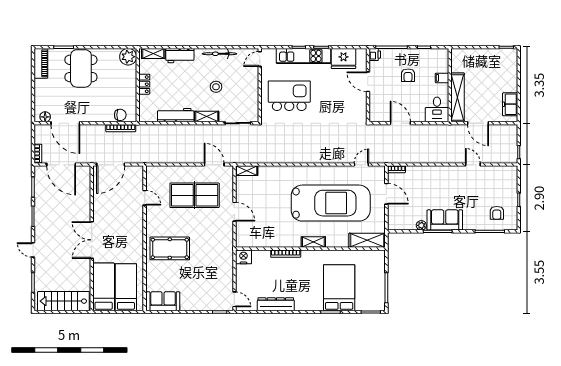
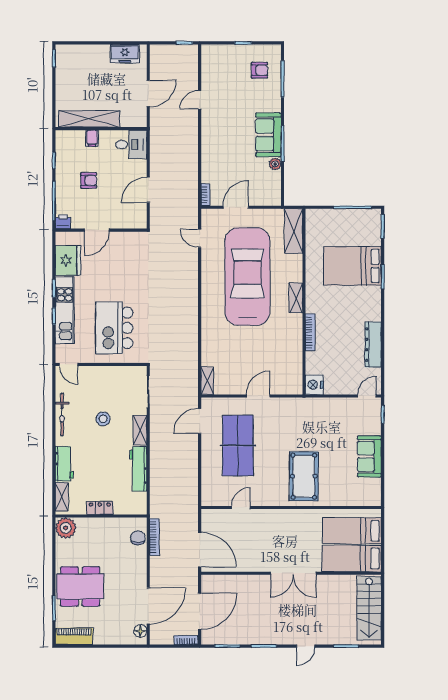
shelving: (458, 97) -> (89, 119), moved
sofa: (163, 301) -> (369, 456), moved

